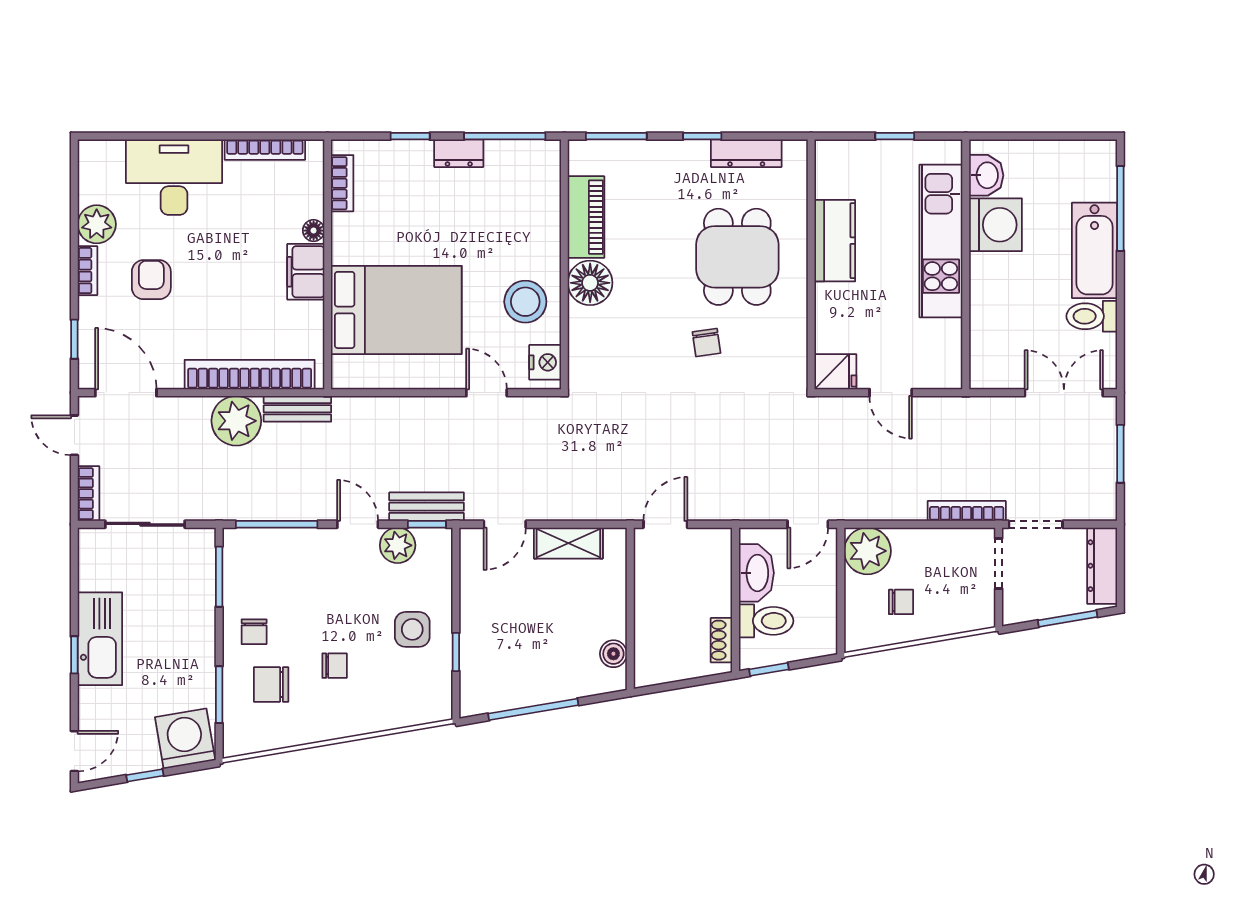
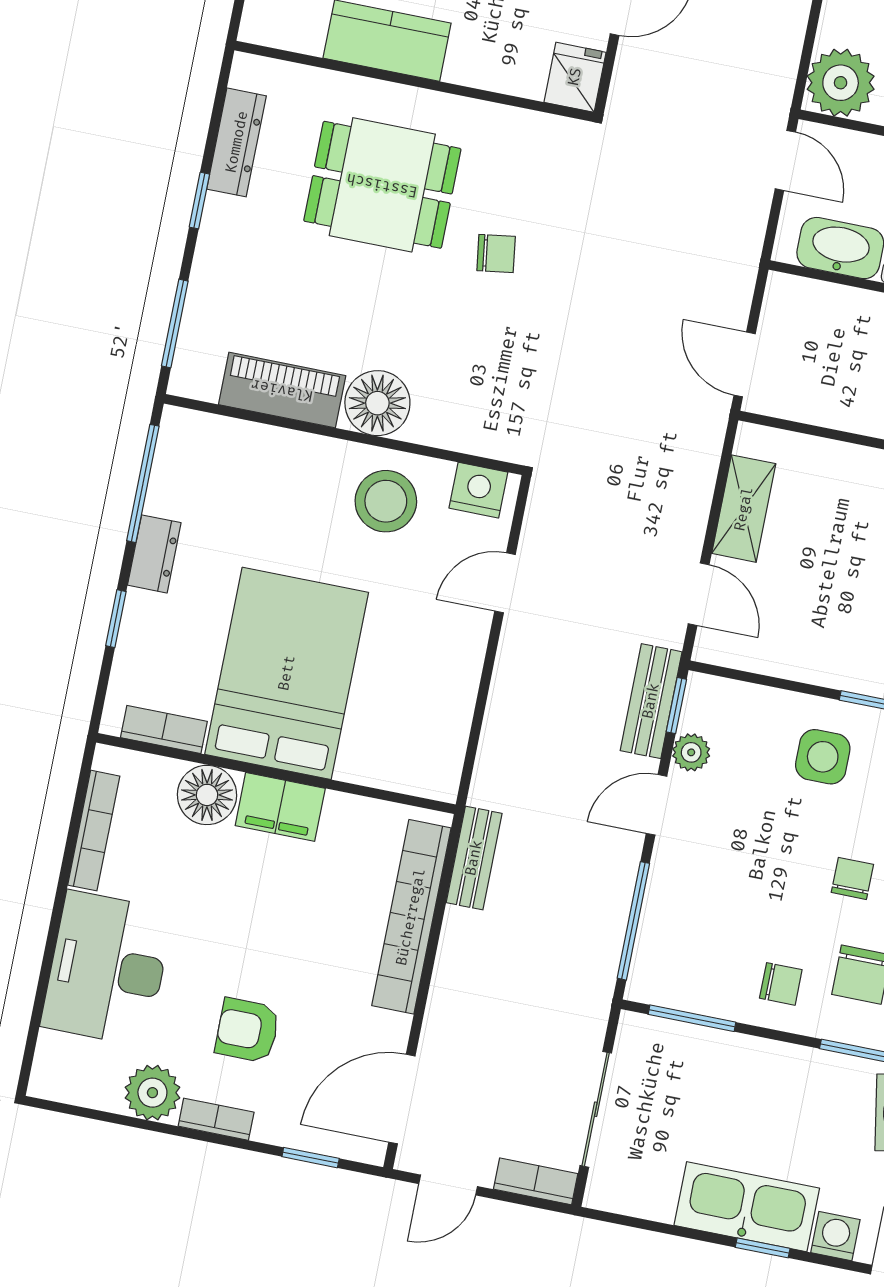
floor lamp: (314, 231) -> (207, 795), width x1.89, depth x1.89
bed: (396, 310) -> (287, 673), moved
plant: (236, 421) -> (474, 949), removed
plant: (398, 545) -> (691, 752), width x0.73, depth x0.73
washing machine: (92, 702) -> (835, 1236), added

